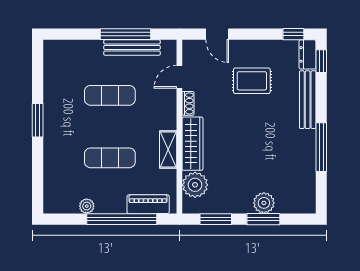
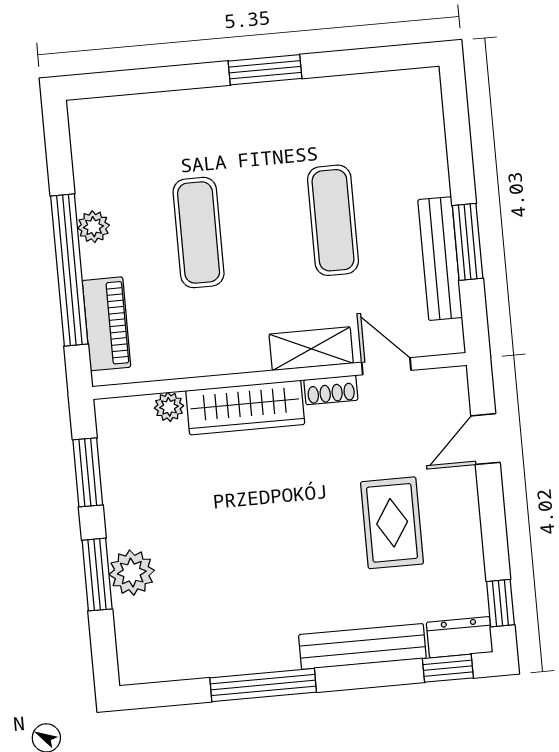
window: (125, 34) -> (468, 242), width x0.69
shelving: (168, 150) -> (311, 349), moved
plant: (195, 185) -> (169, 407), width x0.53, depth x0.53
plant: (87, 206) -> (93, 227), moved

